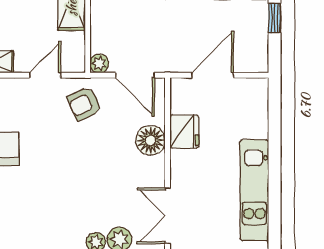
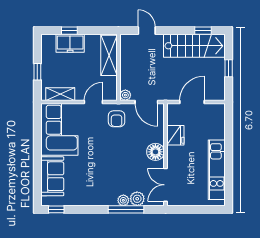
armchair: (84, 104) -> (117, 119), turned -66
floor lamp: (150, 140) -> (155, 152), moved

